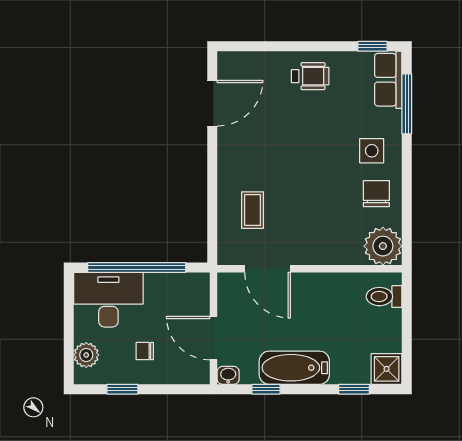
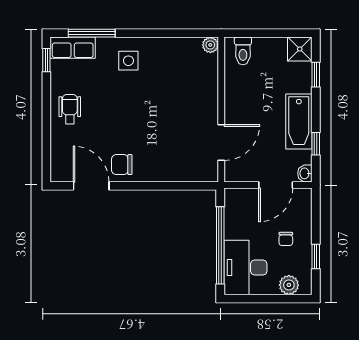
chair: (376, 194) -> (122, 165), moved
coffee table: (253, 210) -> (175, 154), removed
plant: (383, 246) -> (210, 45), width x0.53, depth x0.53

